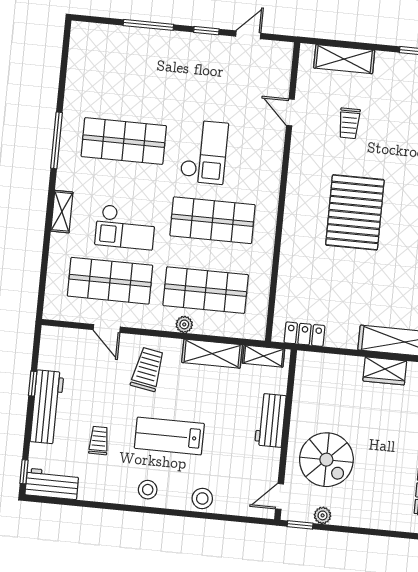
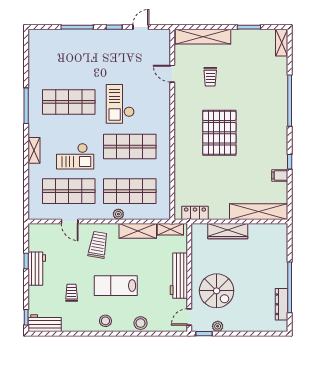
shelving: (344, 59) -> (203, 37), width x1.47
checkout: (204, 152) -> (120, 104), turned 180
wardrobe: (385, 371) -> (228, 231), moved, width x1.50
workbench: (47, 407) -> (37, 269), width x0.73
workbench: (270, 420) -> (179, 276), width x1.38

